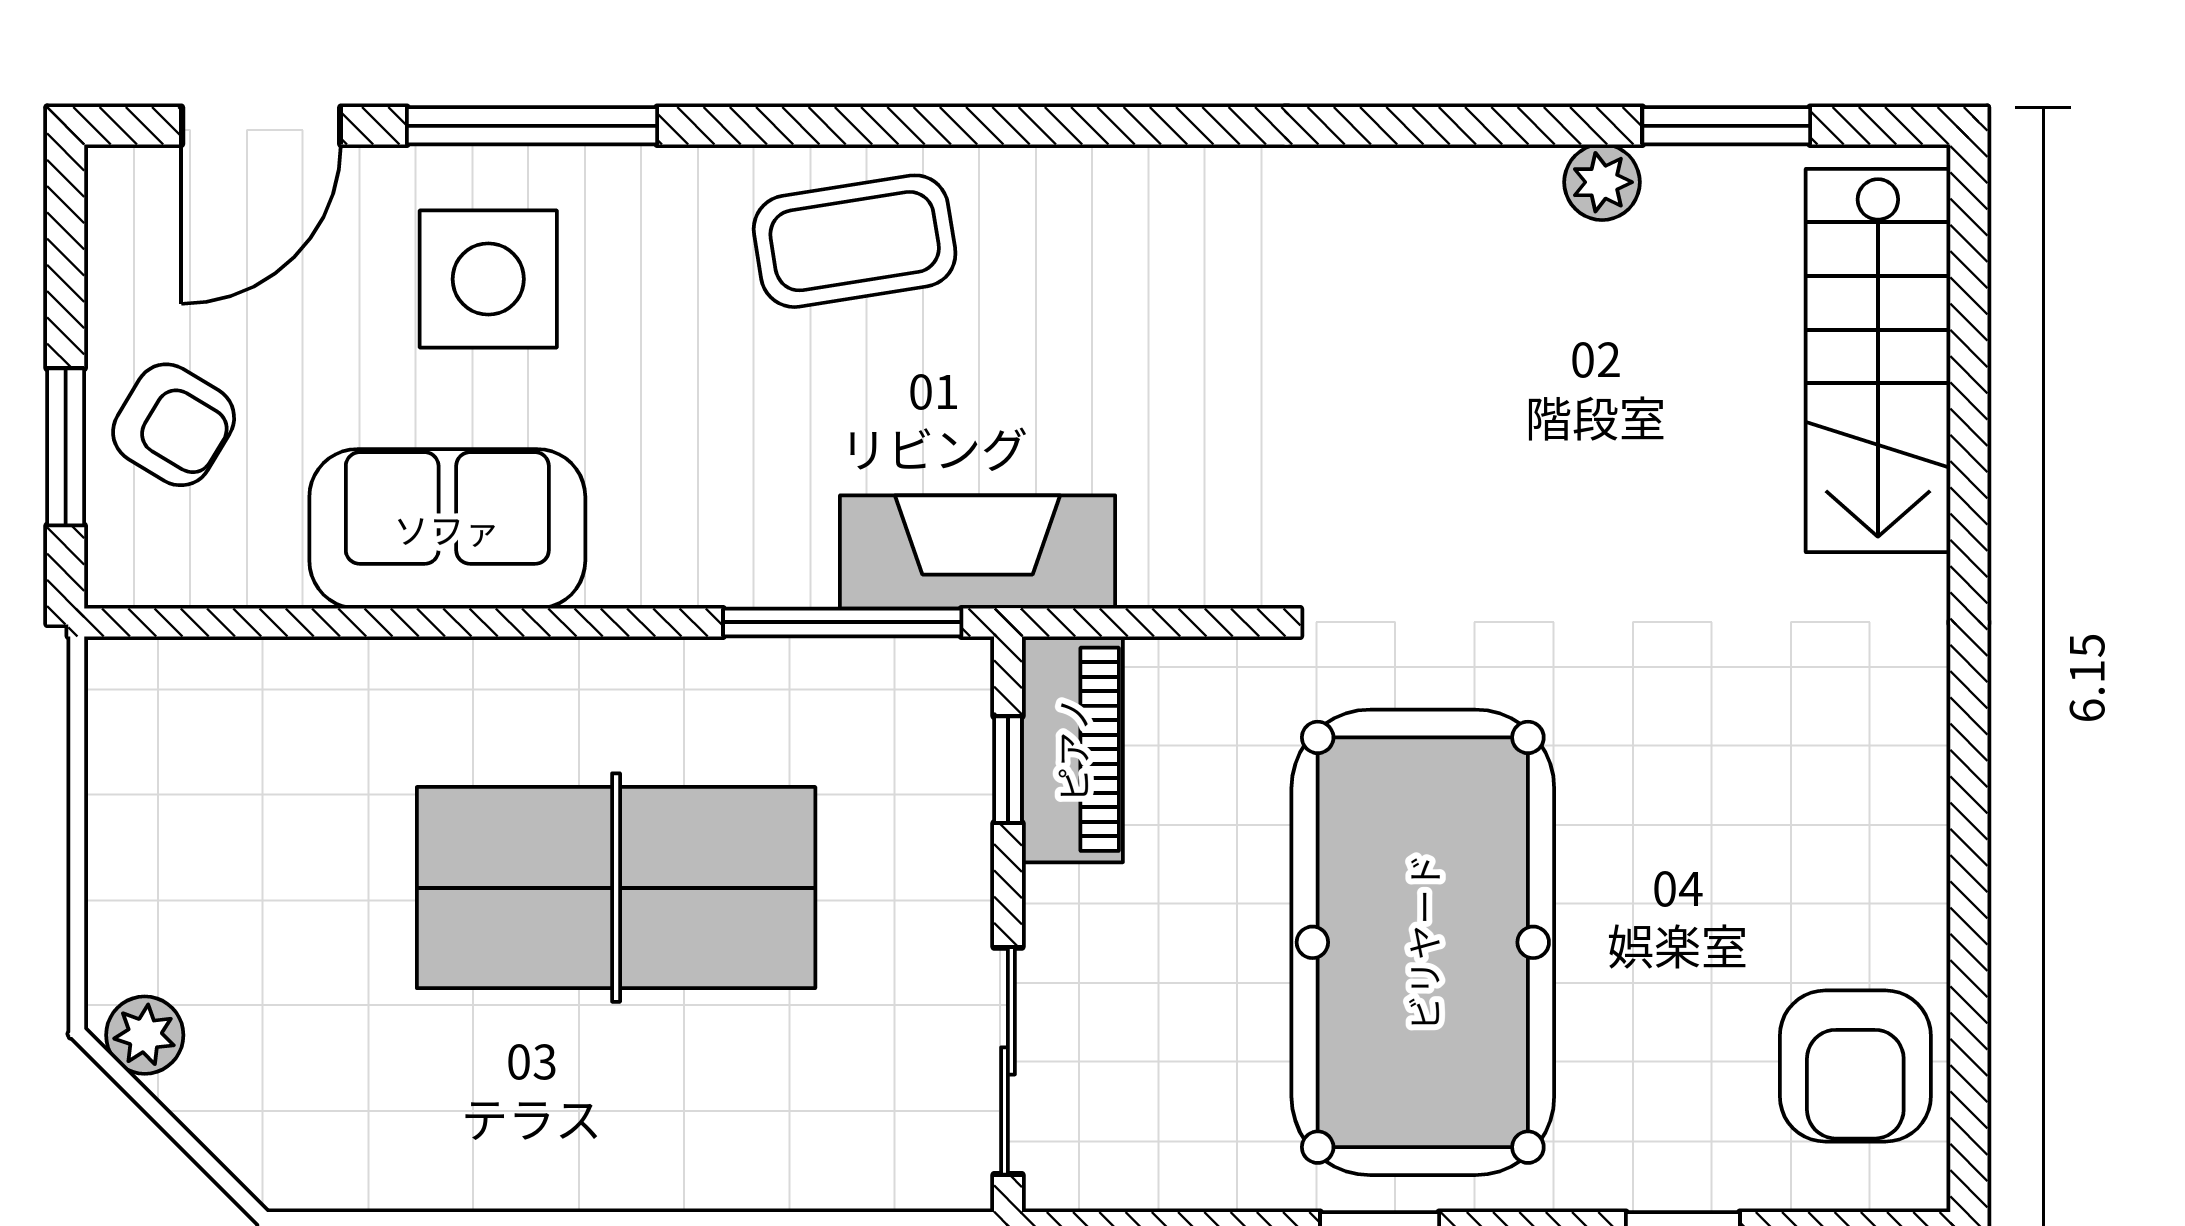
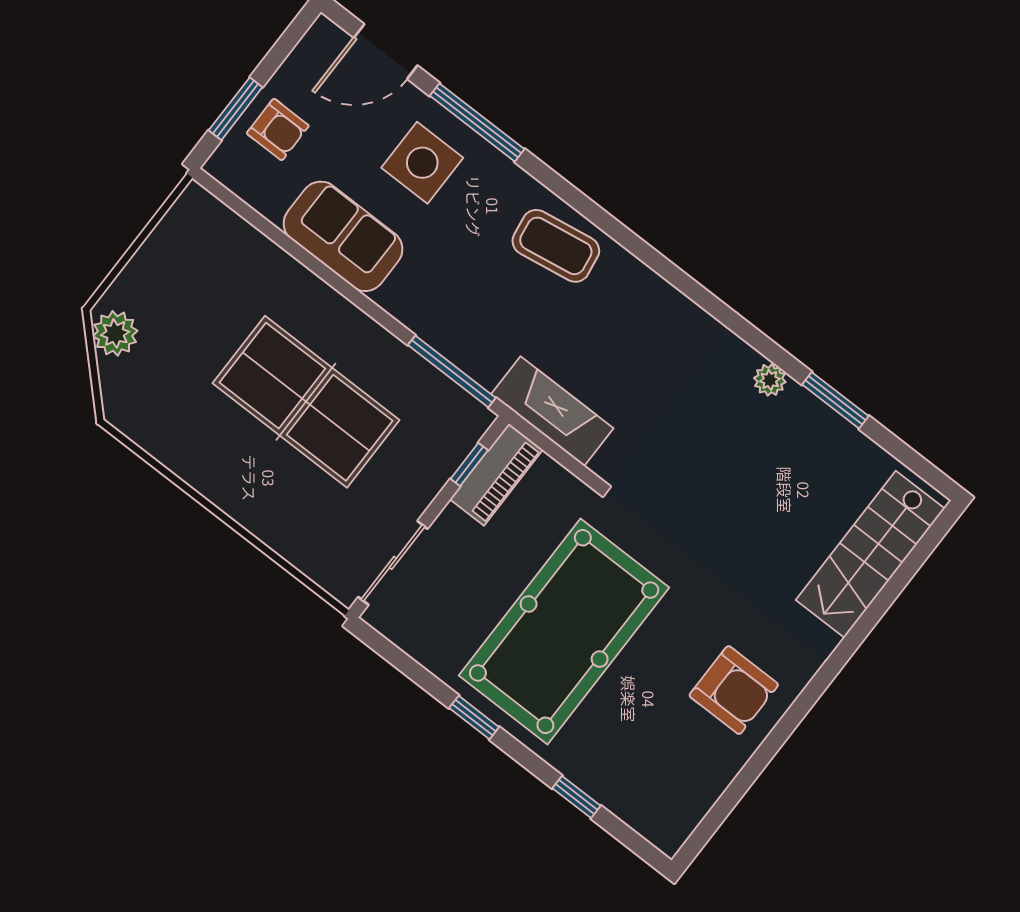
window: (1726, 126) -> (835, 400), moved
plant: (1602, 182) -> (770, 380), moved
armchair: (174, 425) -> (278, 130), turned -31
fireplace: (978, 552) -> (552, 411), moved
plant: (145, 1035) -> (115, 333), width x1.38, depth x1.38
armchair: (1855, 1066) -> (734, 690), moved, turned -90

